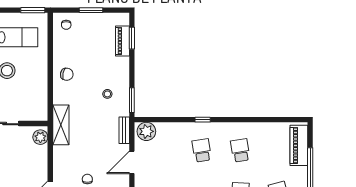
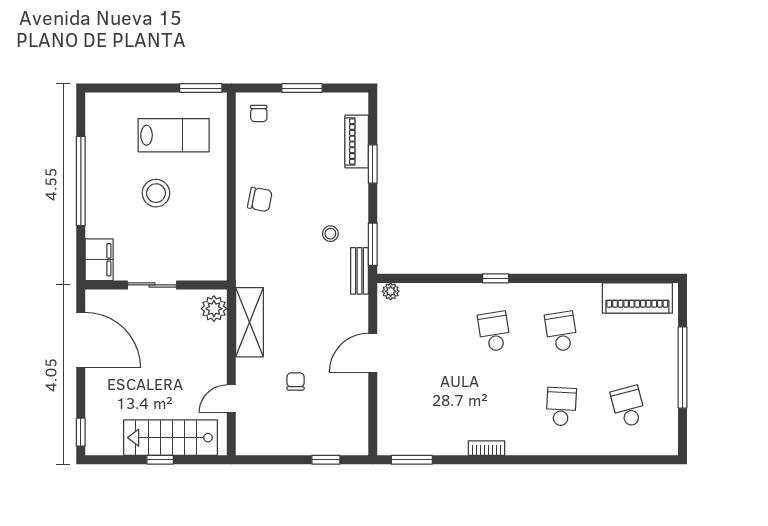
window: (132, 38) -> (373, 164), moved
shelving: (61, 125) -> (249, 322), moved
bench: (124, 130) -> (360, 271), moved
plant: (146, 131) -> (391, 291), width x0.53, depth x0.53
piano: (299, 145) -> (637, 298), moved, turned -90

